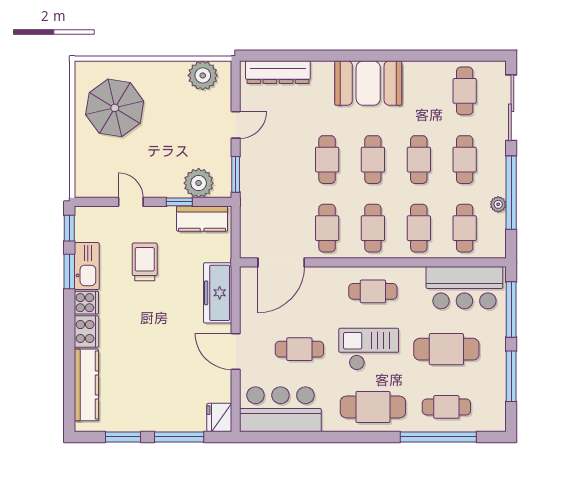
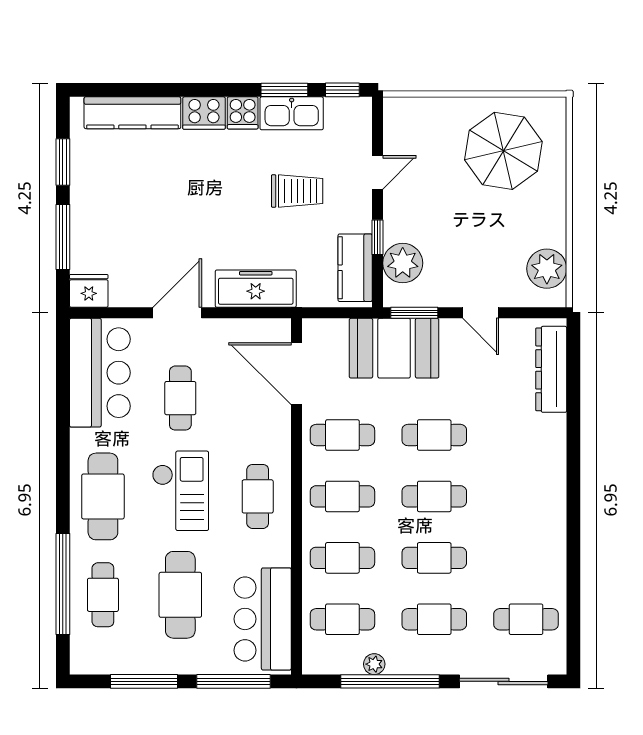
booth: (368, 83) -> (394, 348), moved, turned 90

